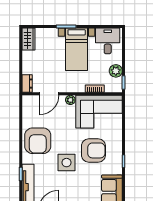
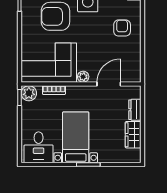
wardrobe: (29, 39) -> (133, 135), moved
plant: (116, 71) -> (29, 93), moved
dresser: (27, 84) -> (135, 110), moved
armchair: (38, 141) -> (122, 28), width x0.53, depth x0.53

